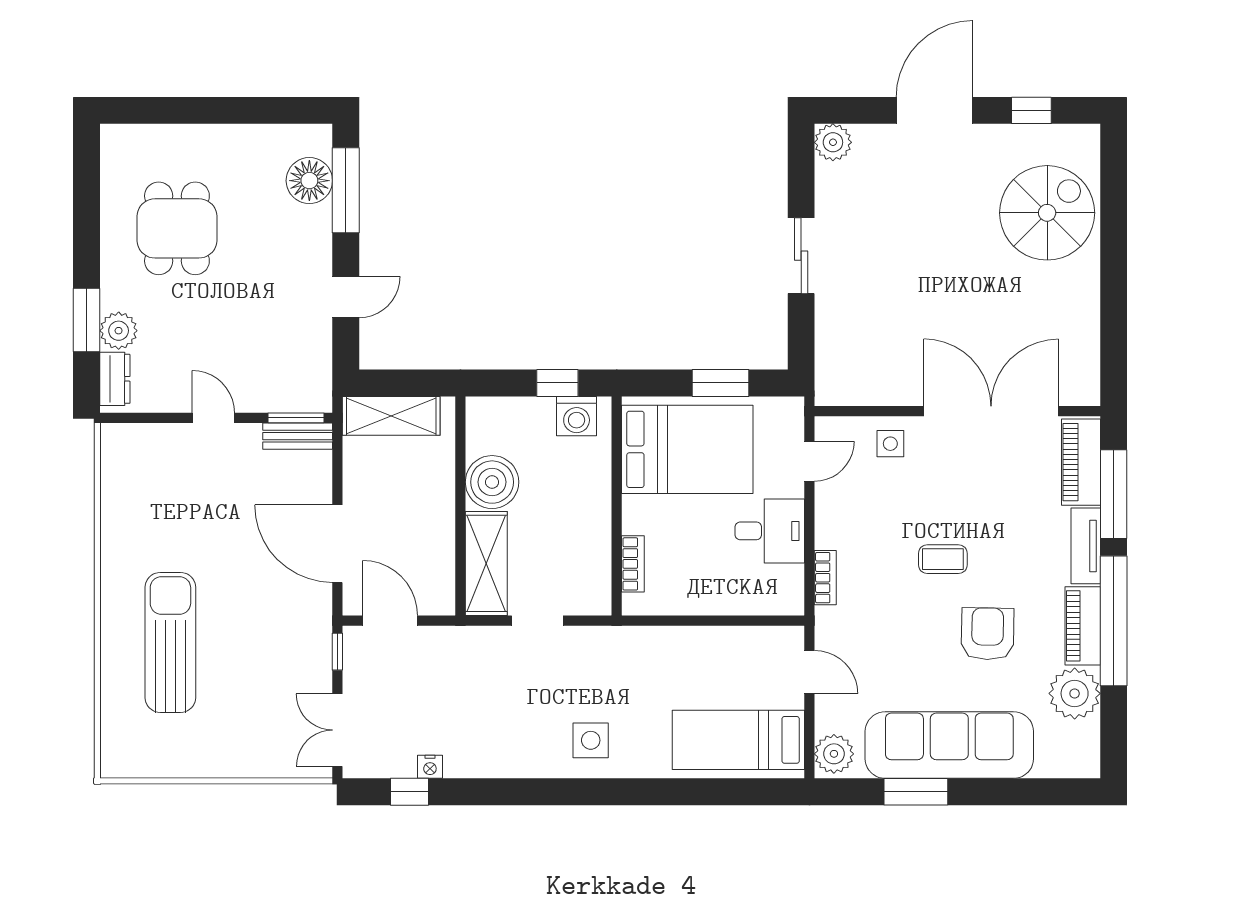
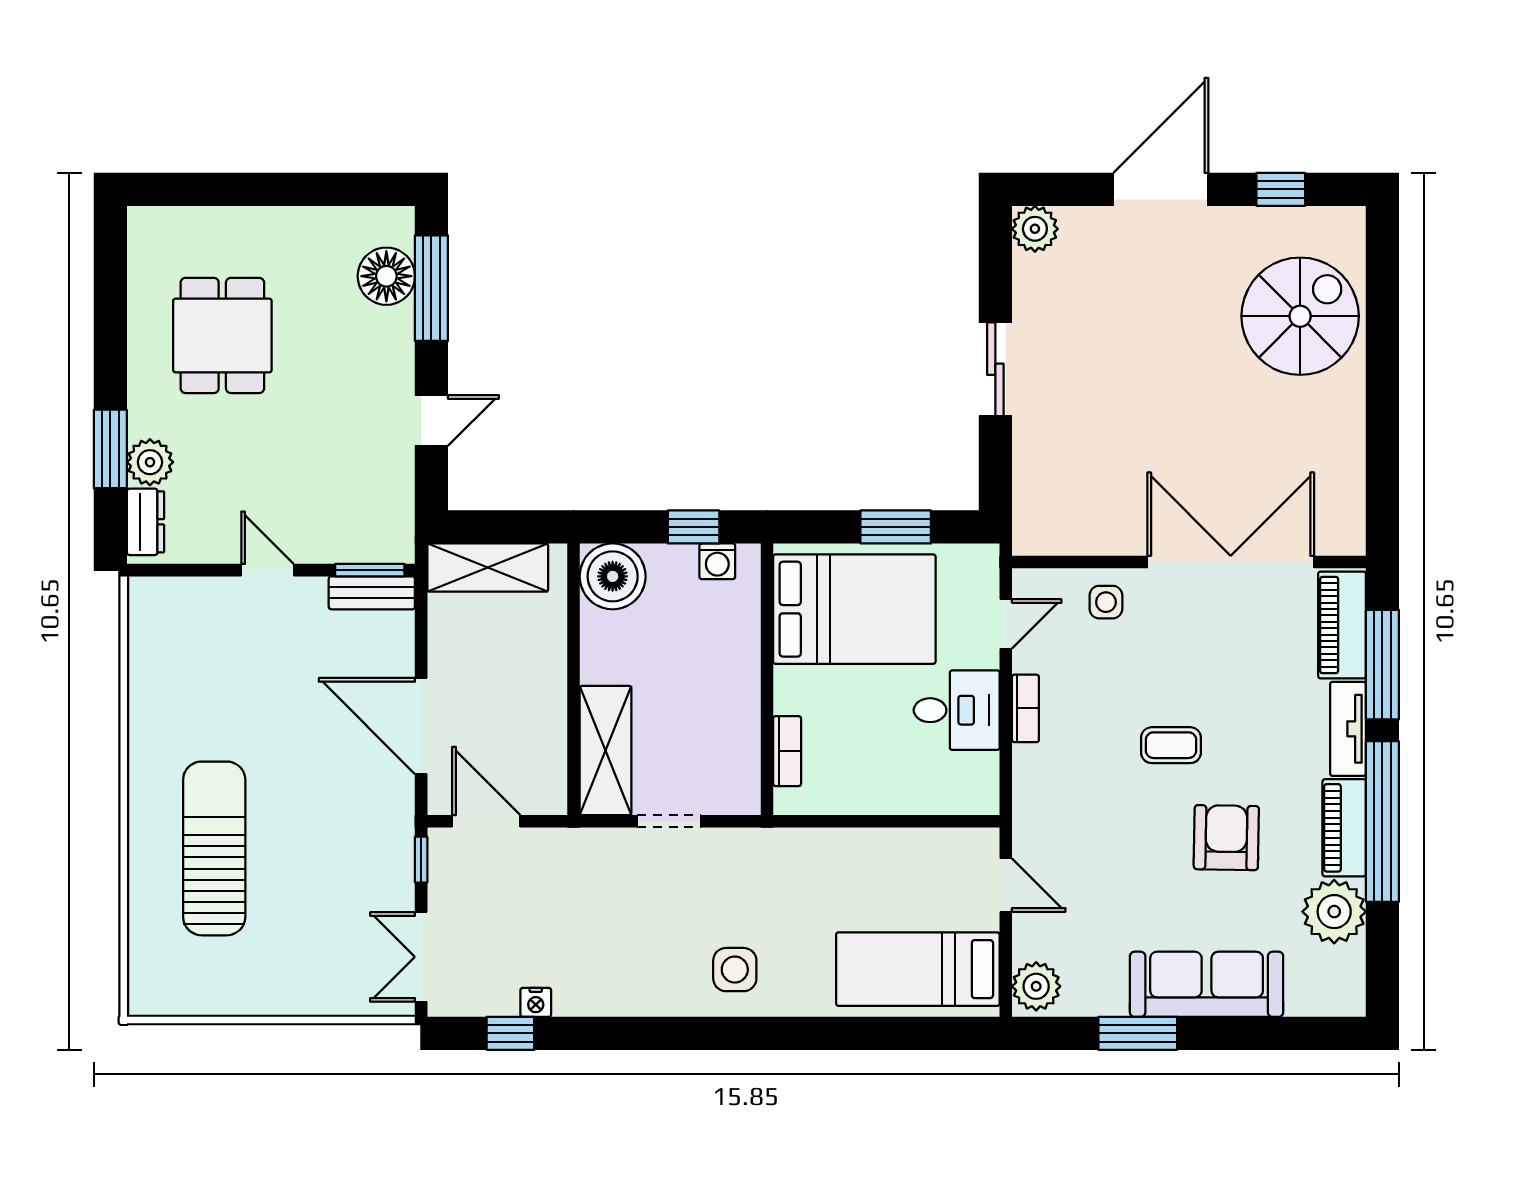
washing machine: (577, 416) -> (717, 561), width x0.73, depth x0.73
boiler: (492, 482) -> (613, 576), moved
bookcase: (825, 578) -> (1025, 708), moved
sofa: (949, 745) -> (1207, 984), width x0.74, depth x0.79

